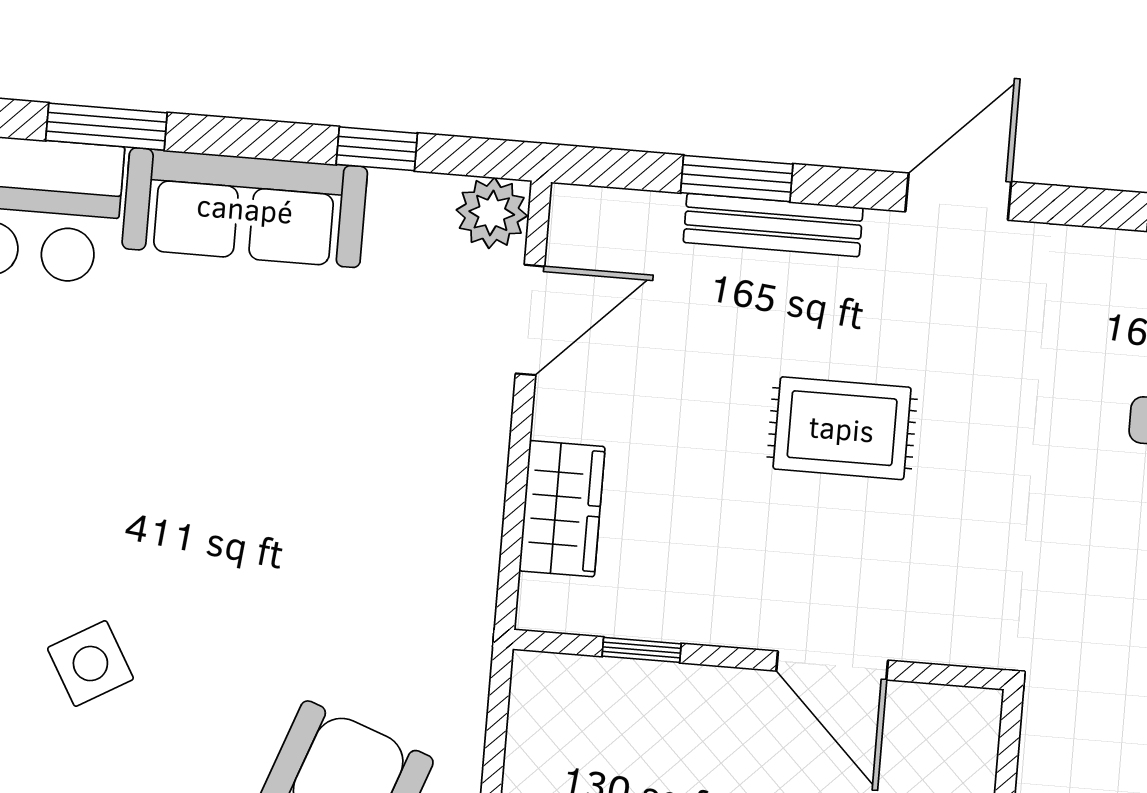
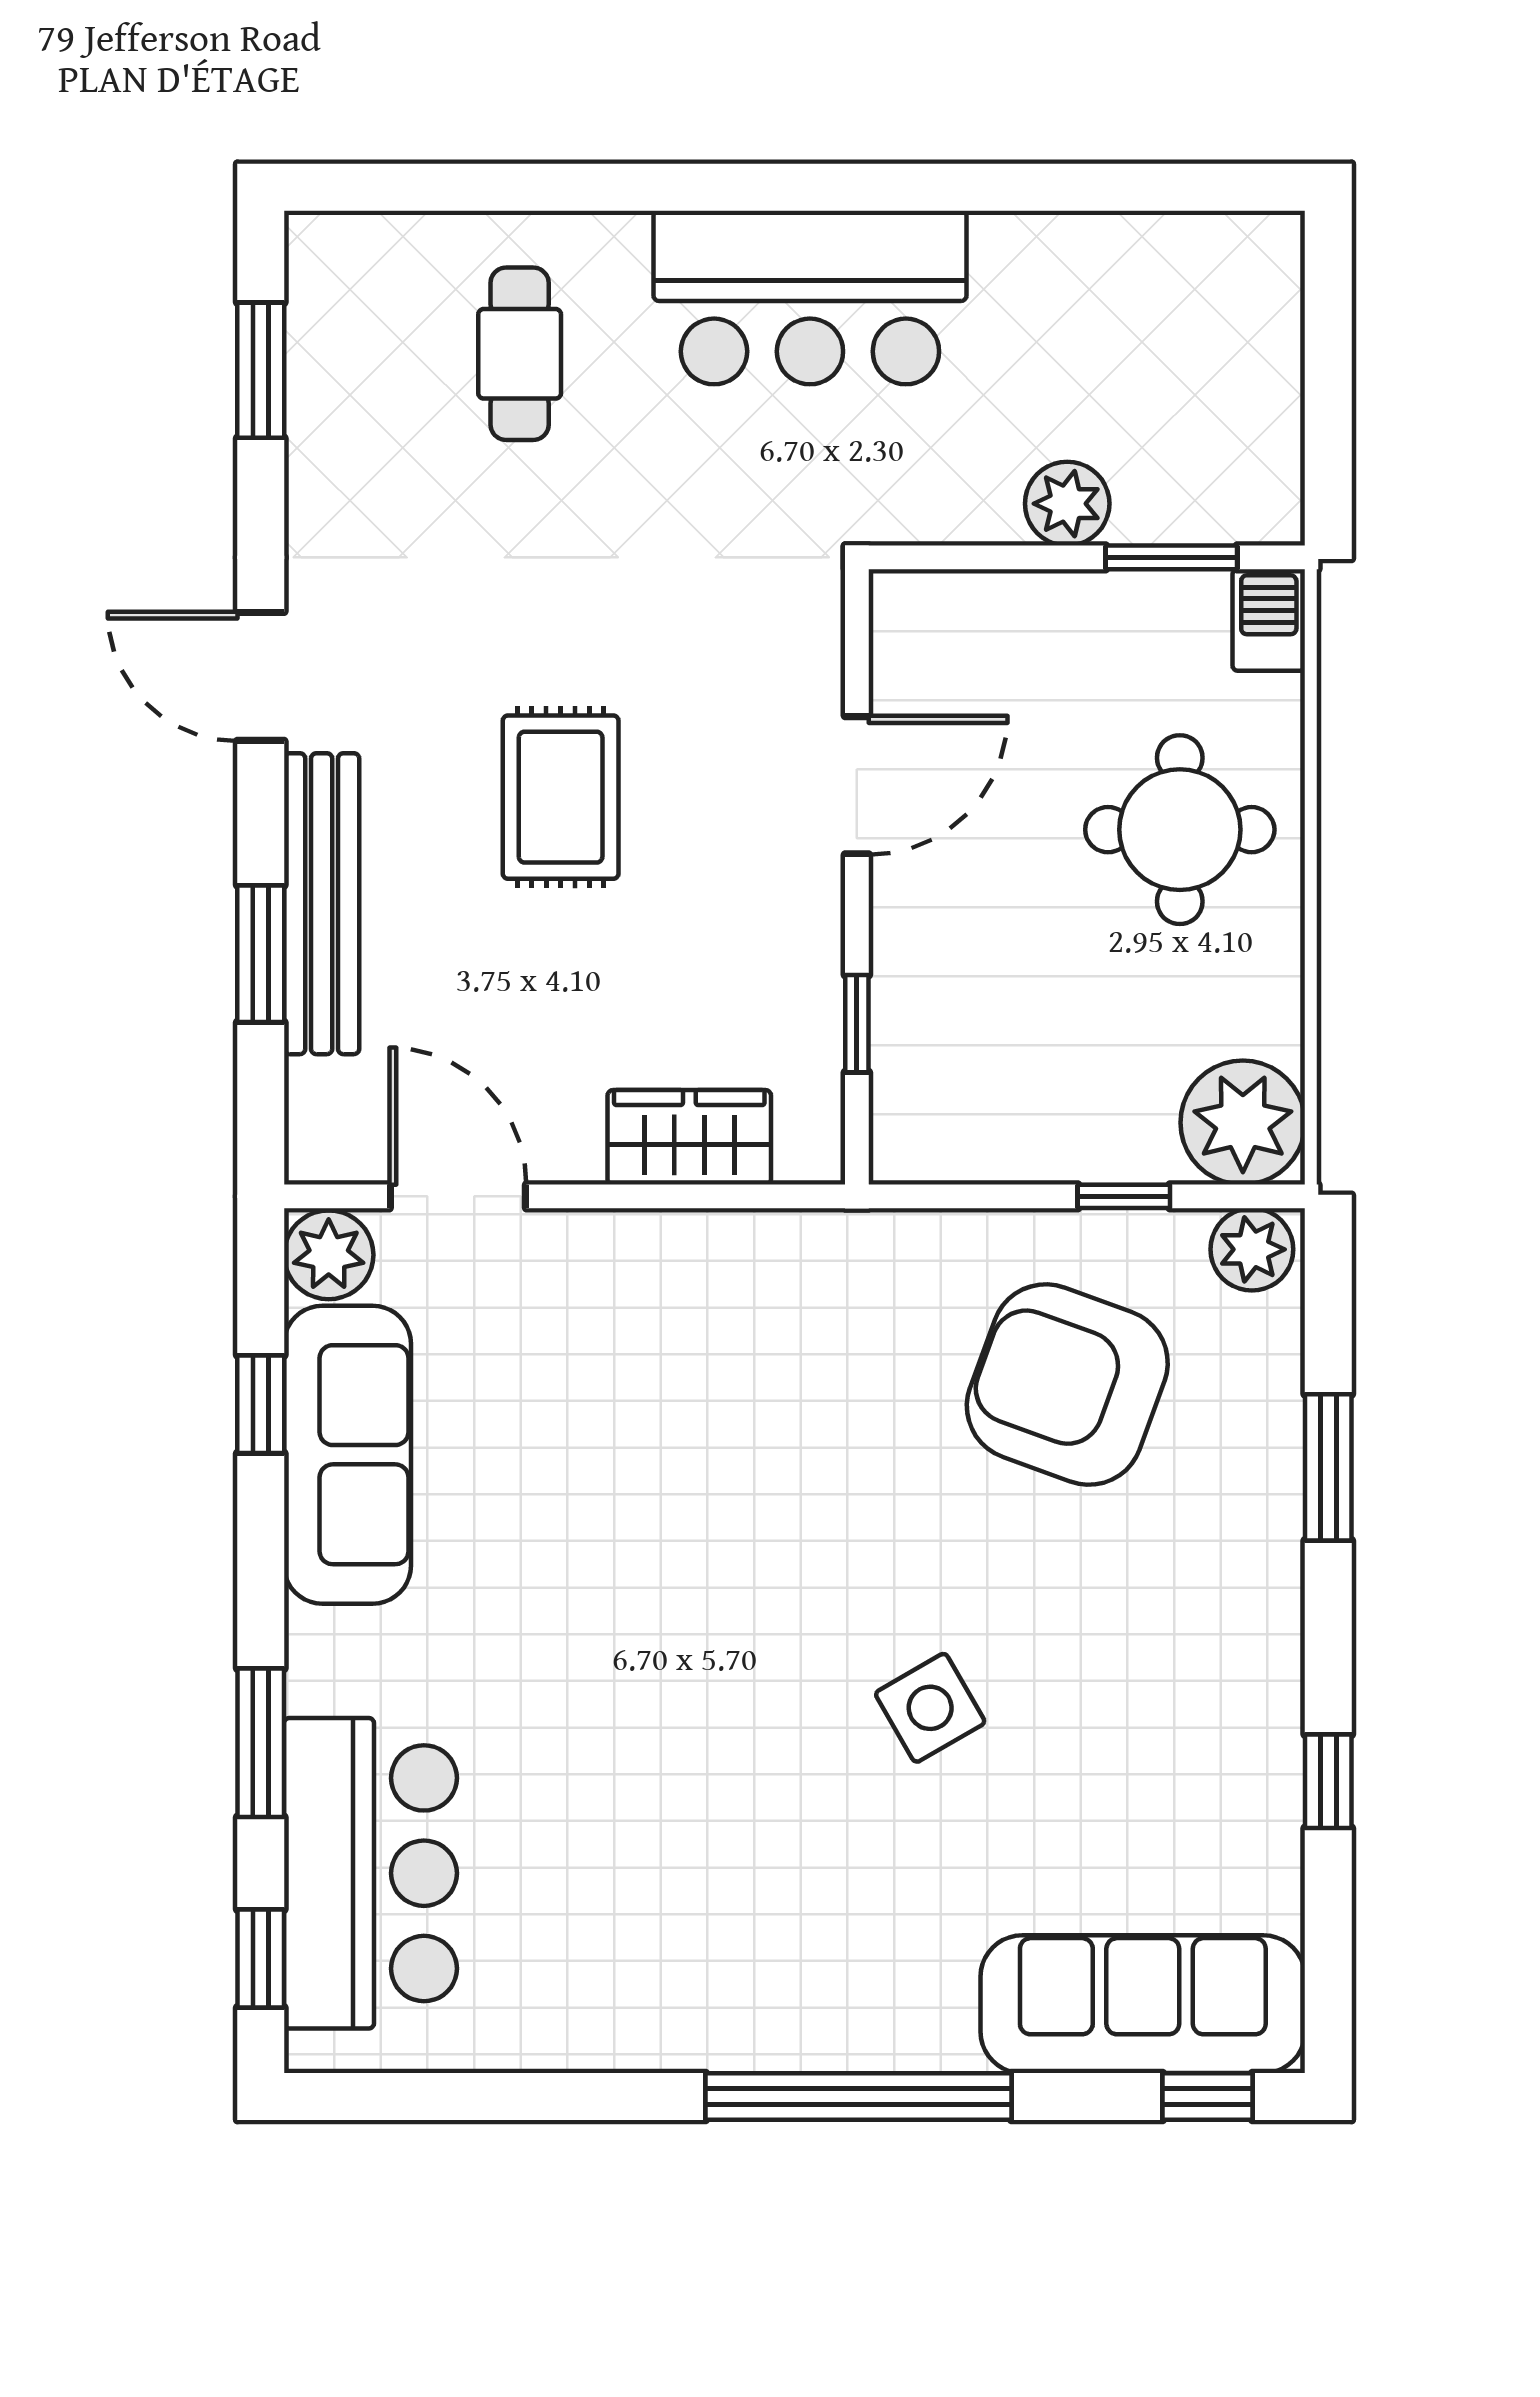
sofa: (245, 208) -> (347, 1455), moved
bench: (773, 225) -> (322, 904), width x1.37, depth x1.21

